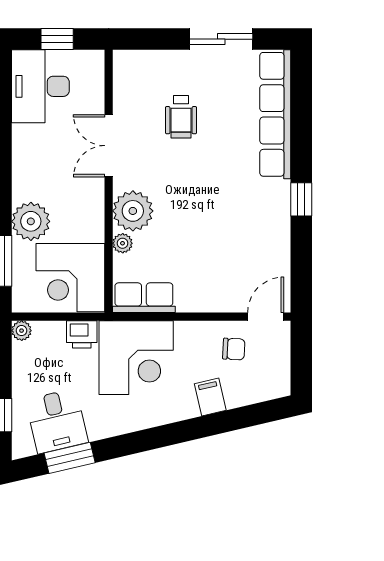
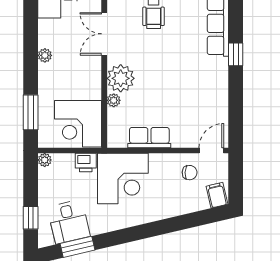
window: (301, 199) -> (236, 54), moved
plant: (31, 221) -> (45, 55), moved, width x0.53, depth x0.53
row of seats: (144, 298) -> (149, 138), moved
filing cabinet: (210, 397) -> (217, 195), moved

